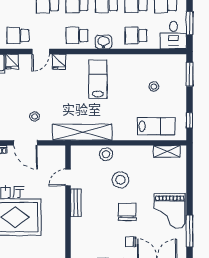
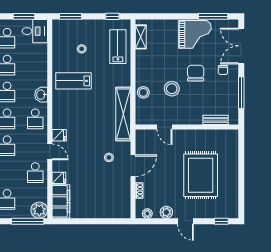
school desk: (136, 36) -> (35, 65), removed
lab bench: (98, 79) -> (73, 81), moved
stool: (120, 180) -> (172, 89), moved
bench: (76, 203) -> (216, 120), moved
chair: (127, 212) -> (196, 73), turned 90

